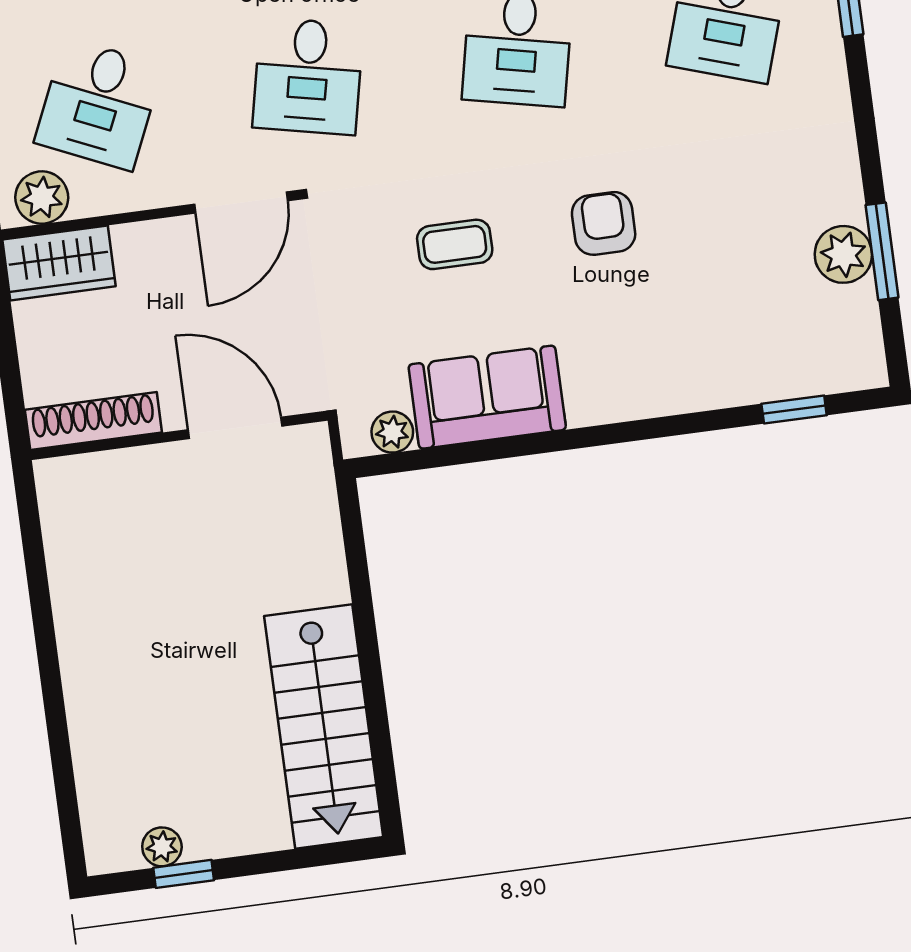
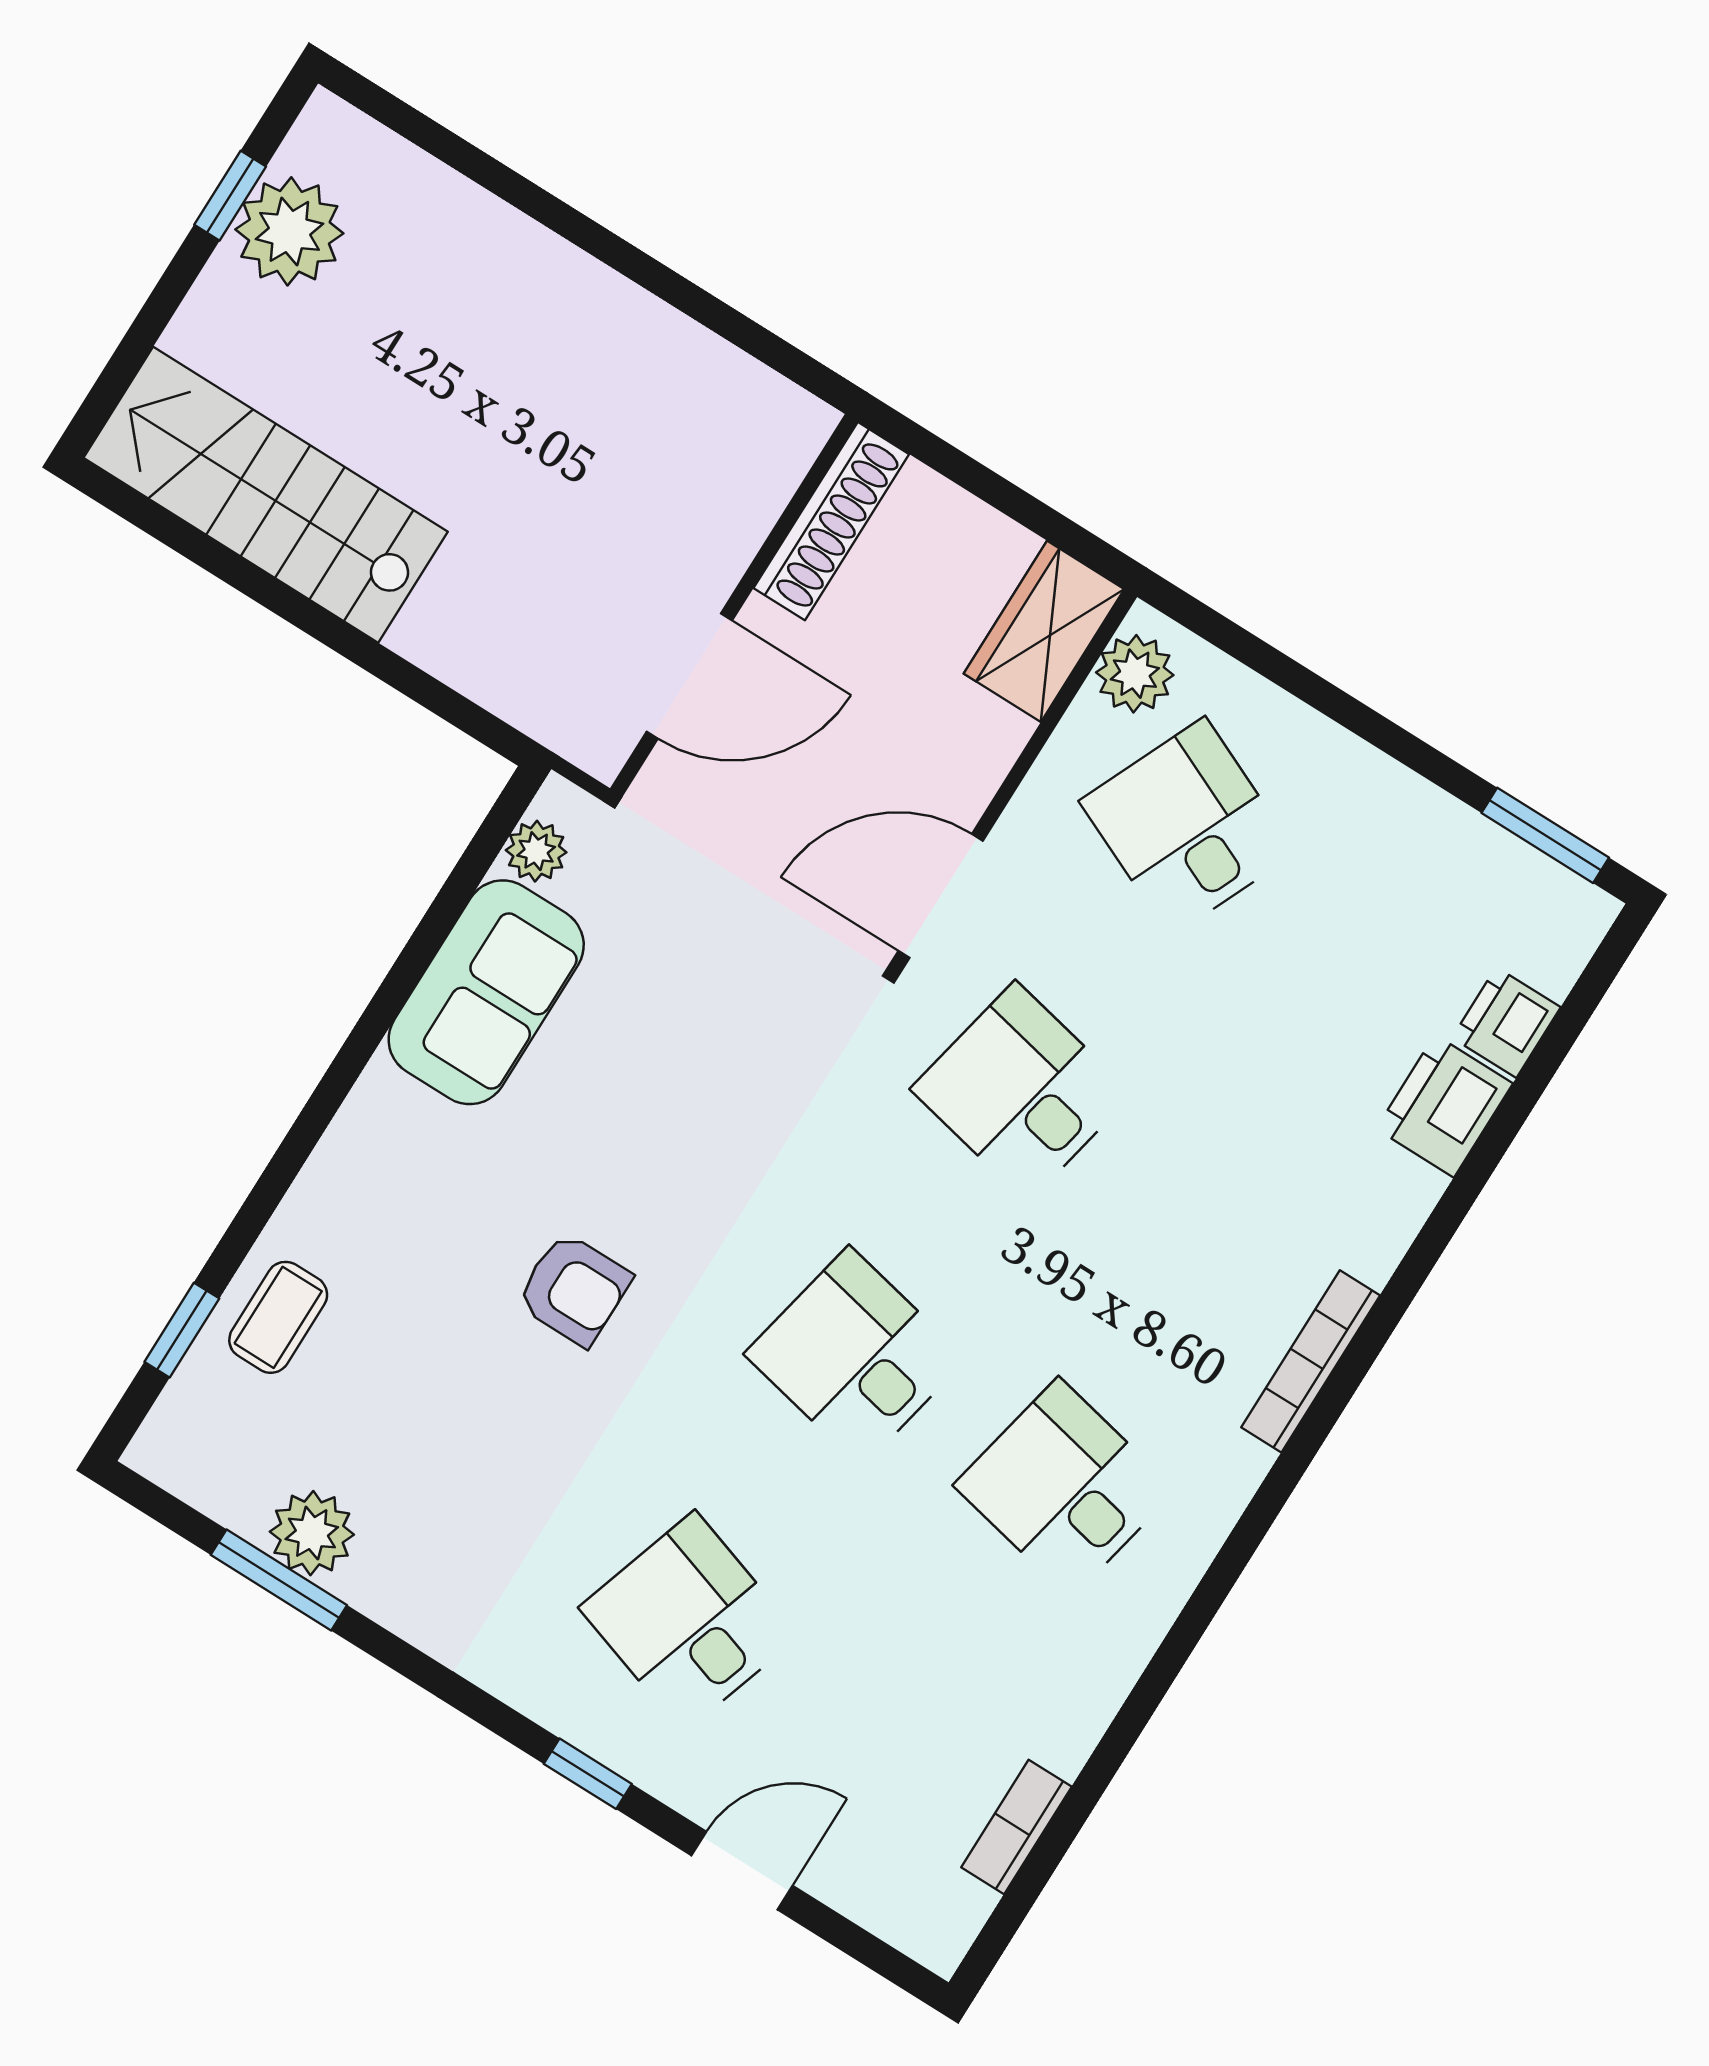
door: (241, 203) -> (941, 896), hinge flipped
coffee table: (455, 244) -> (278, 1317), moved
plant: (162, 847) -> (289, 231), width x1.88, depth x1.88

